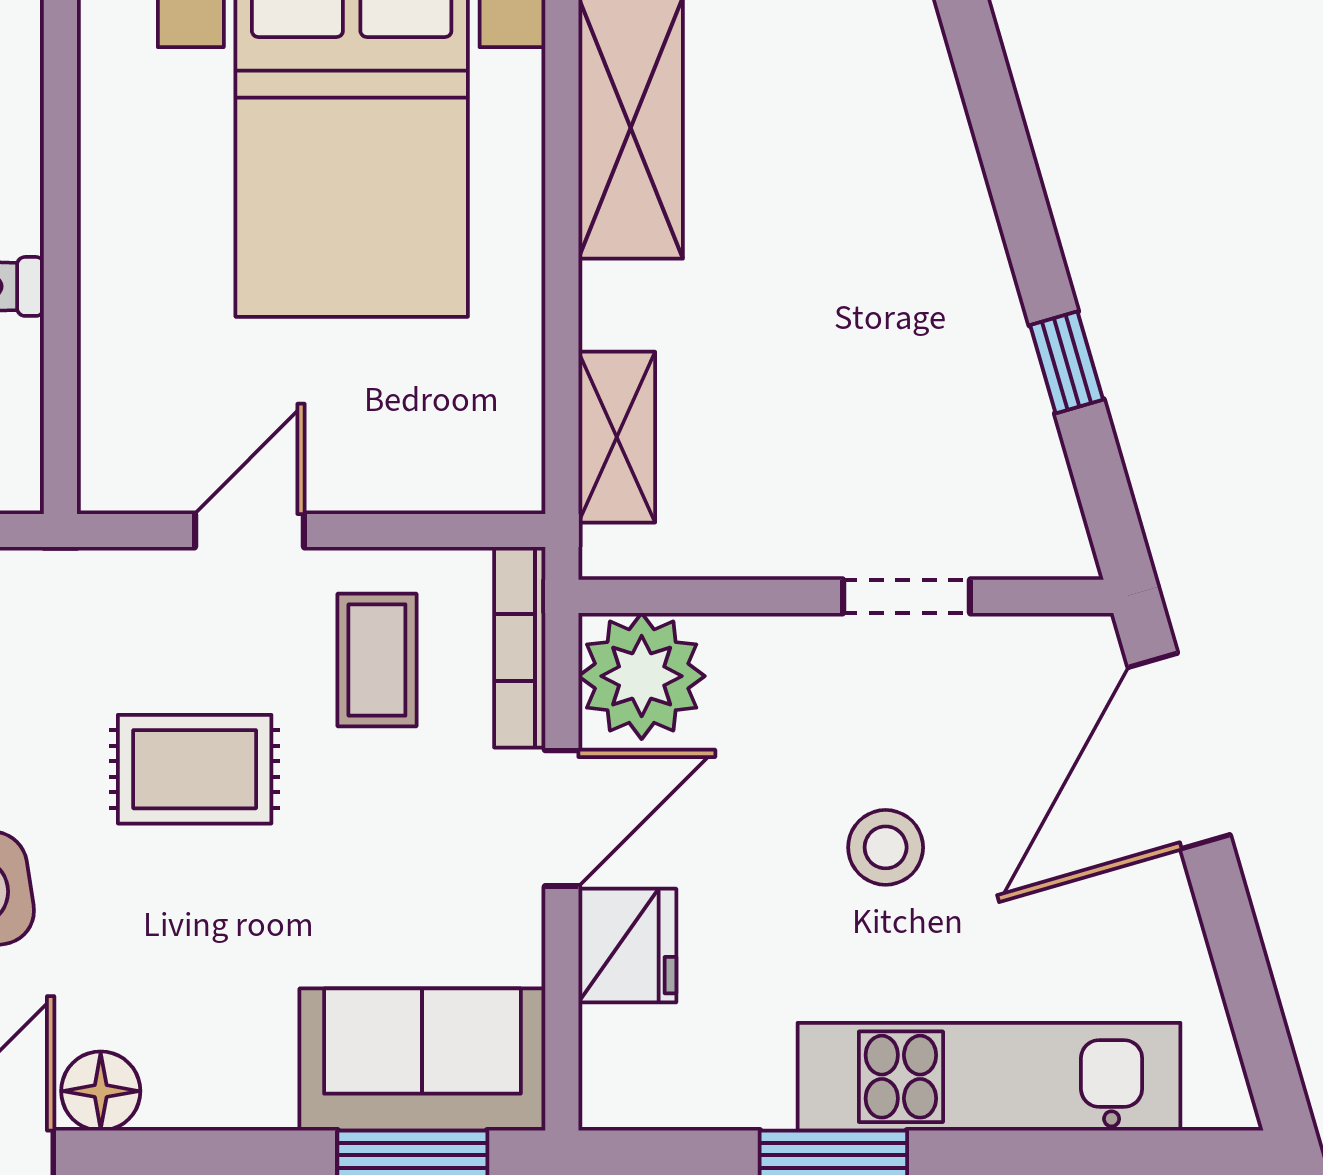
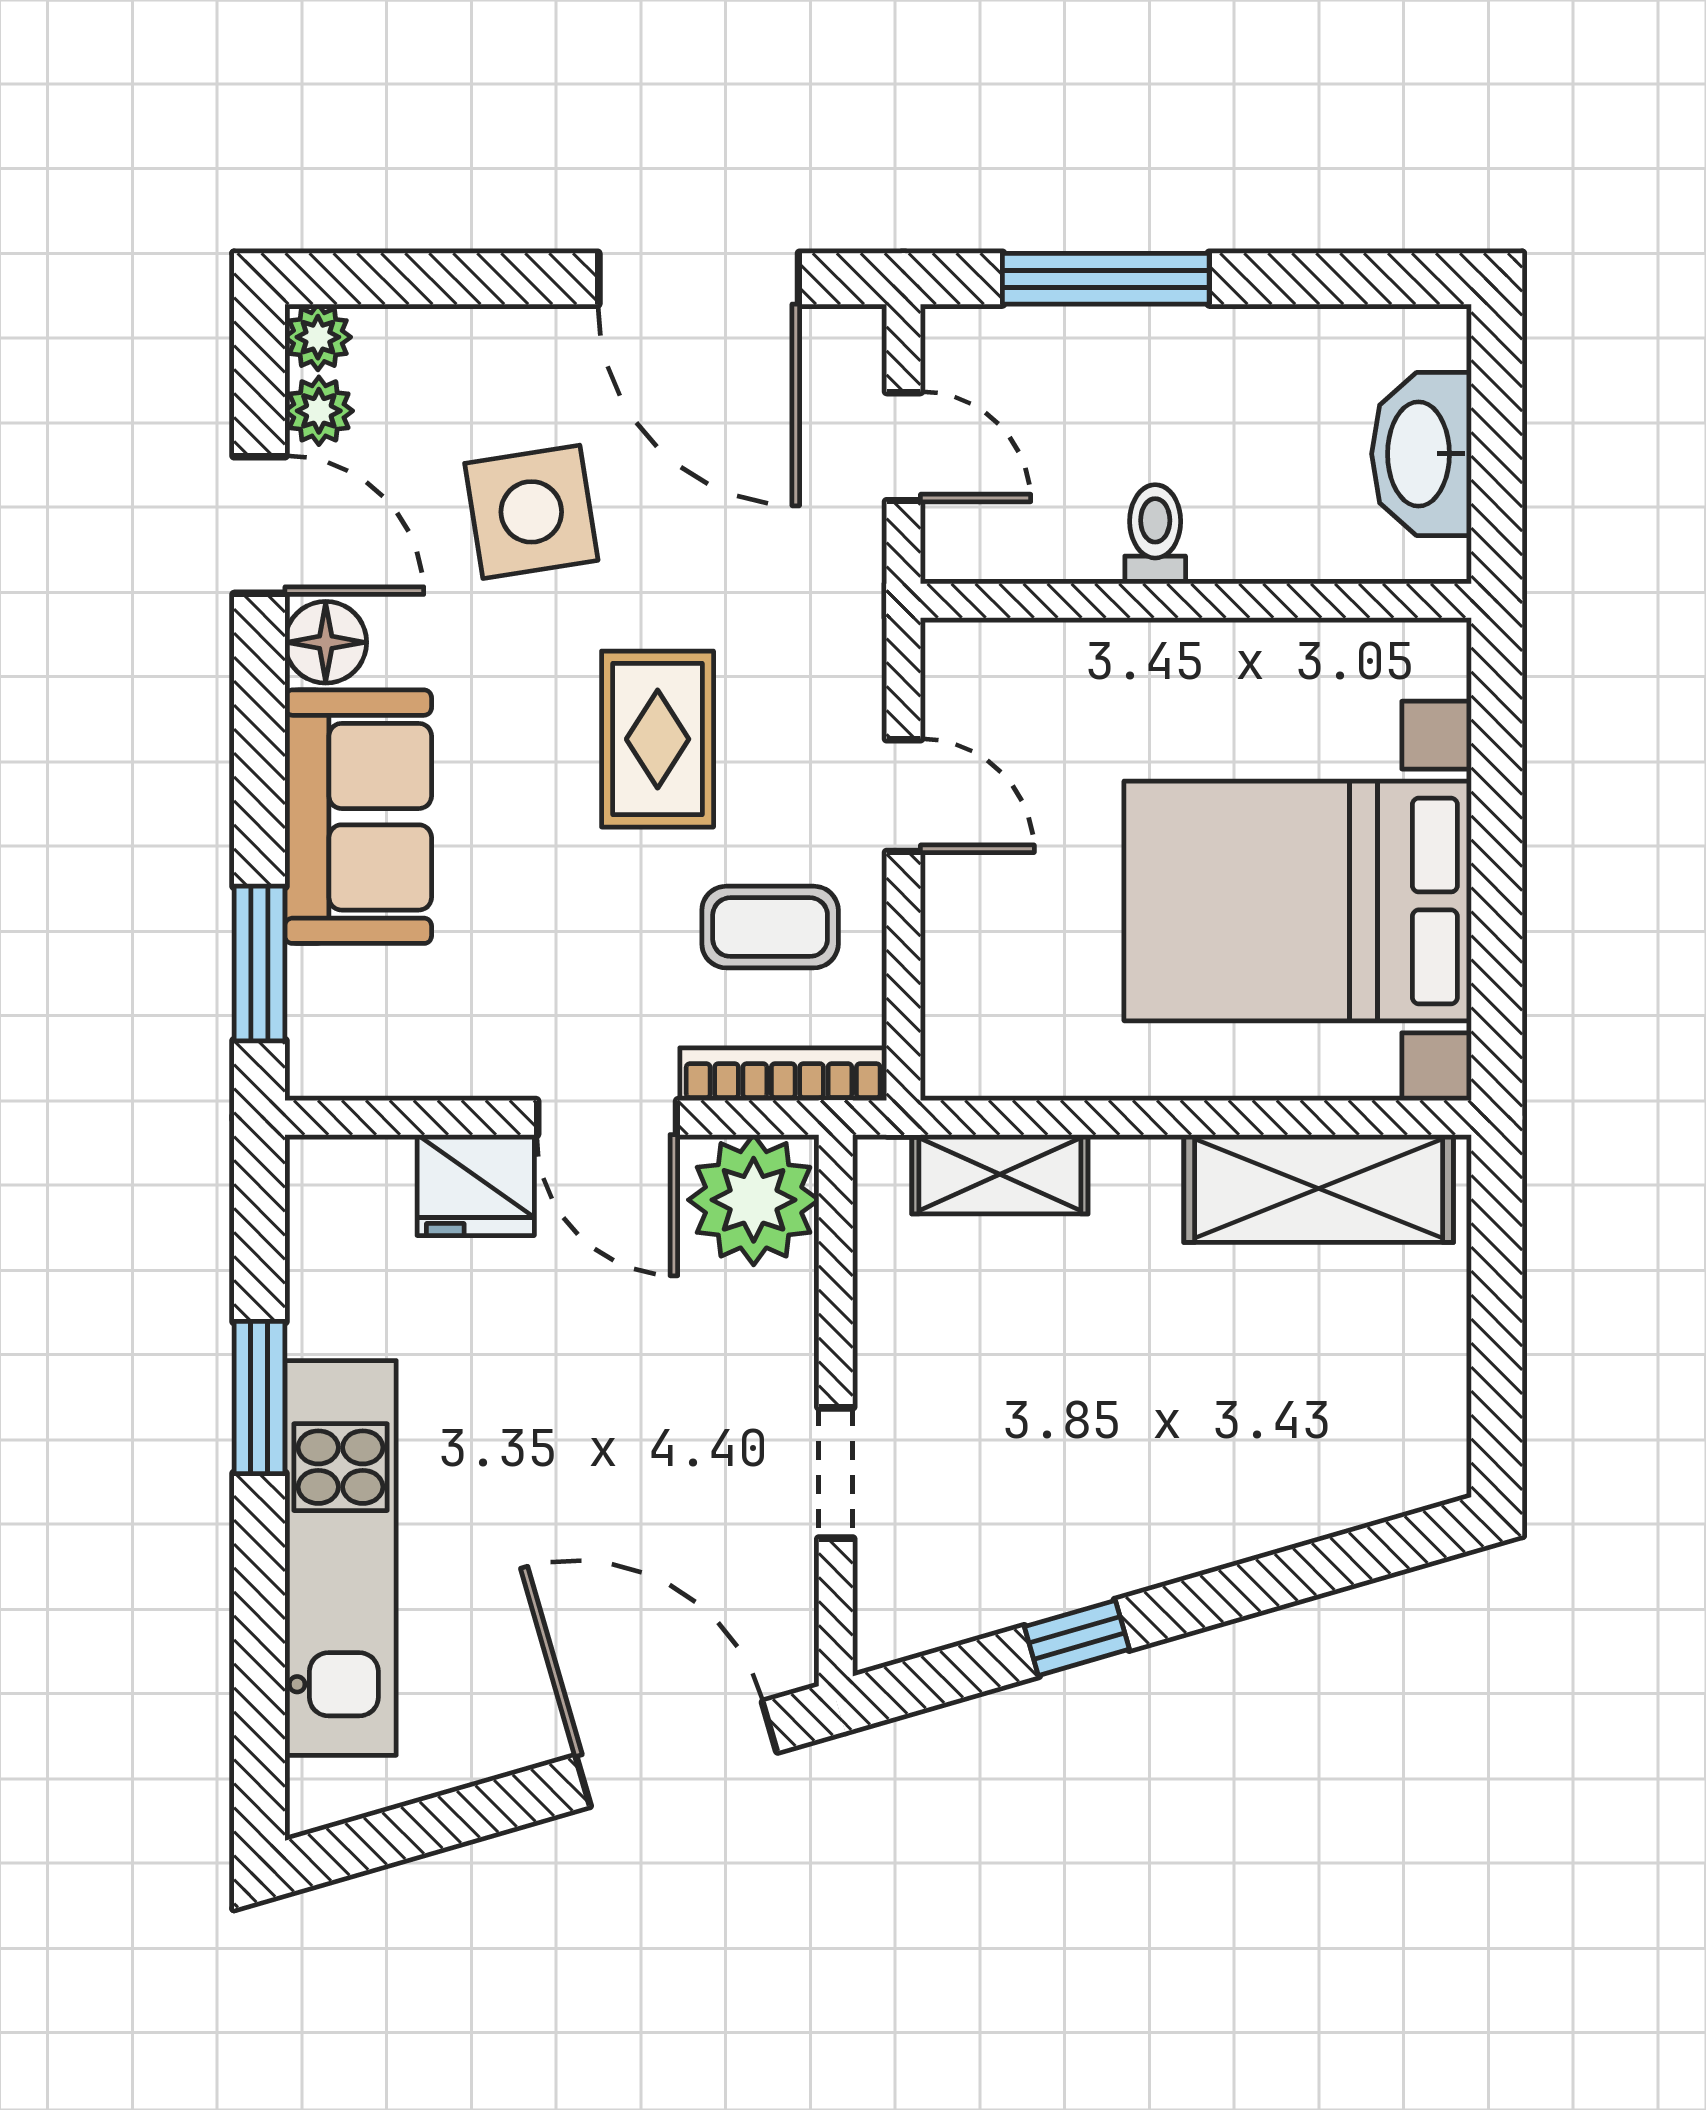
stool: (886, 847) -> (577, 1451), removed
sofa: (422, 1060) -> (358, 817), moved

